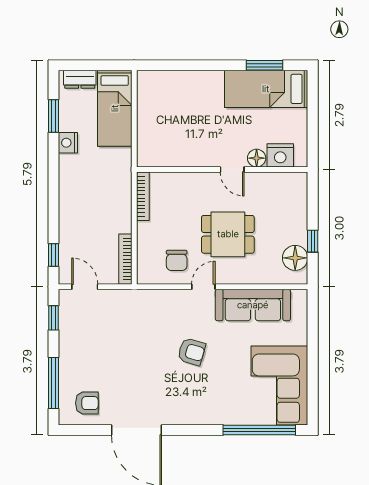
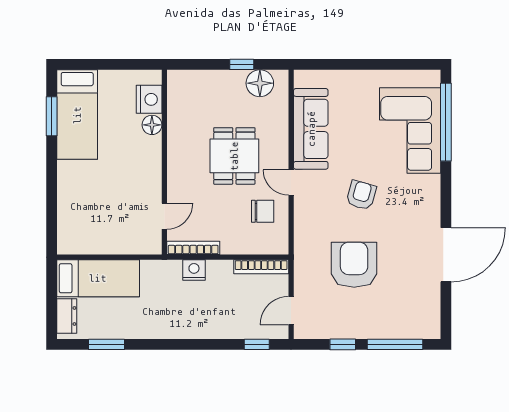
nightstand: (68, 143) -> (194, 270), moved, turned 180
door: (232, 169) -> (164, 216), moved
window: (53, 318) -> (343, 344), moved
corner sofa: (279, 386) -> (410, 130), moved, turned 90
armchair: (87, 403) -> (354, 265), moved, width x1.88, depth x1.88

